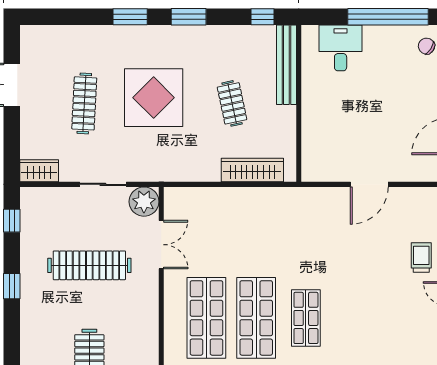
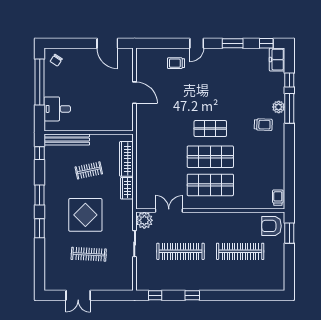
wardrobe: (39, 171) -> (127, 188), moved
clothes rail: (89, 265) -> (180, 251), turned 90

